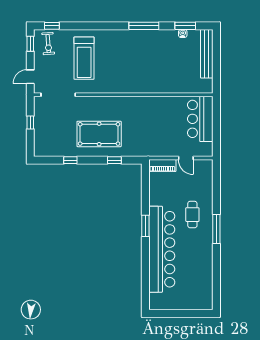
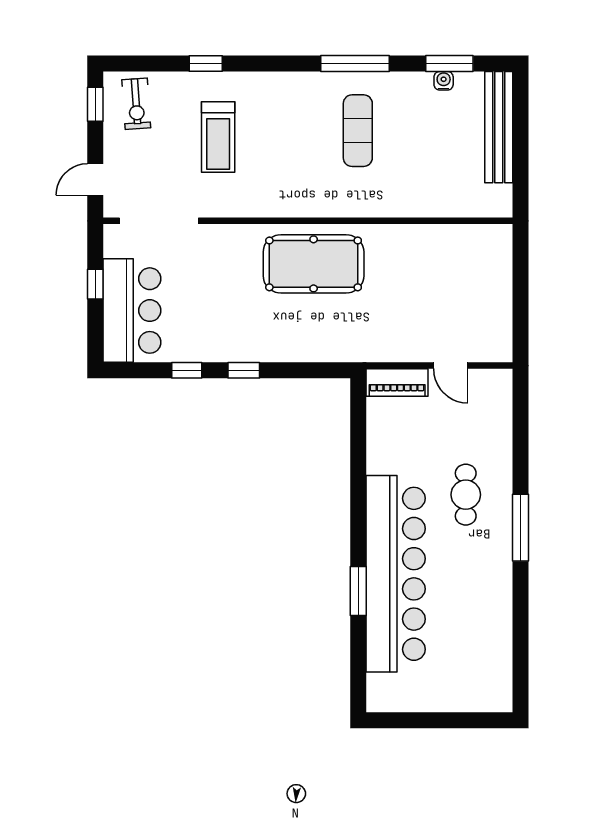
window: (52, 26) -> (206, 63), moved
exercise mat: (145, 55) -> (358, 131), added
treadmill: (84, 58) -> (218, 137), width x0.73, depth x0.73
bar counter: (200, 119) -> (132, 311), moved, turned 180
pool table: (99, 134) -> (314, 264), moved
window: (114, 160) -> (244, 370), moved
window: (145, 226) -> (358, 591), moved

